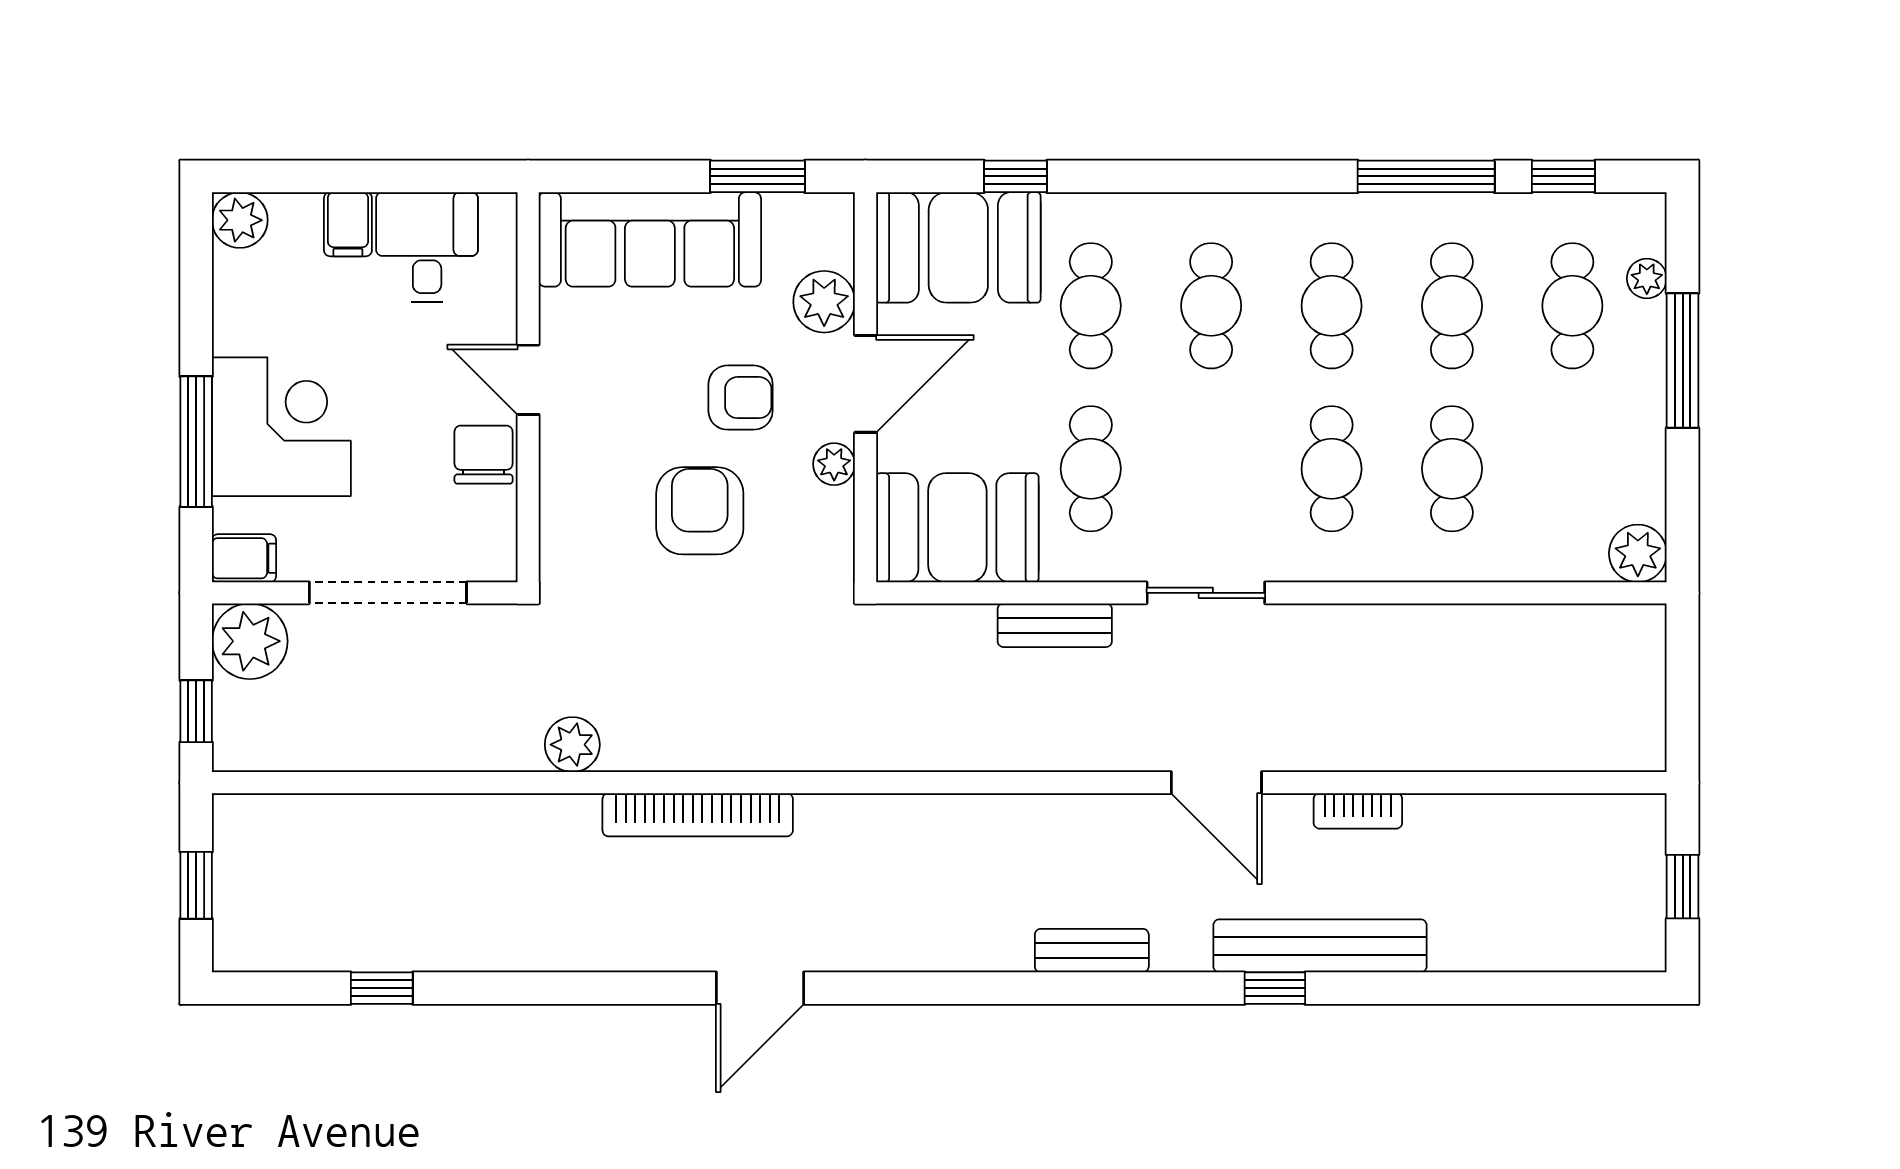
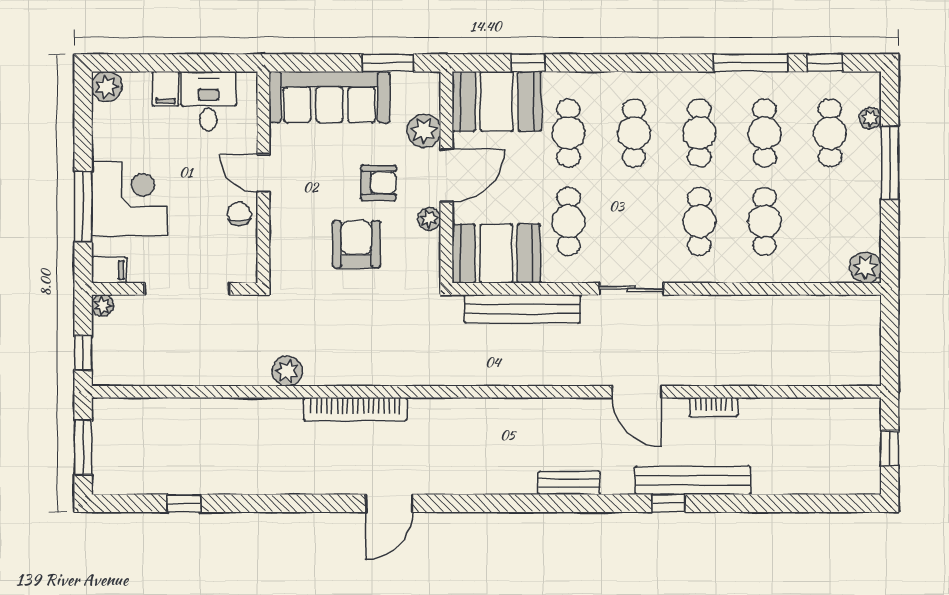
chair: (484, 455) -> (239, 214), width x0.73, depth x0.73
bench: (1055, 625) -> (522, 309), width x1.86, depth x1.21
plant: (250, 641) -> (103, 305), width x0.53, depth x0.53
window: (196, 885) -> (83, 447), width x1.50

